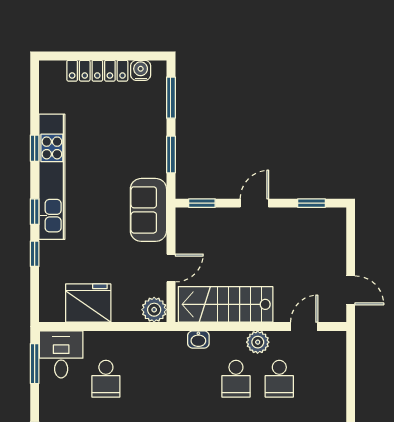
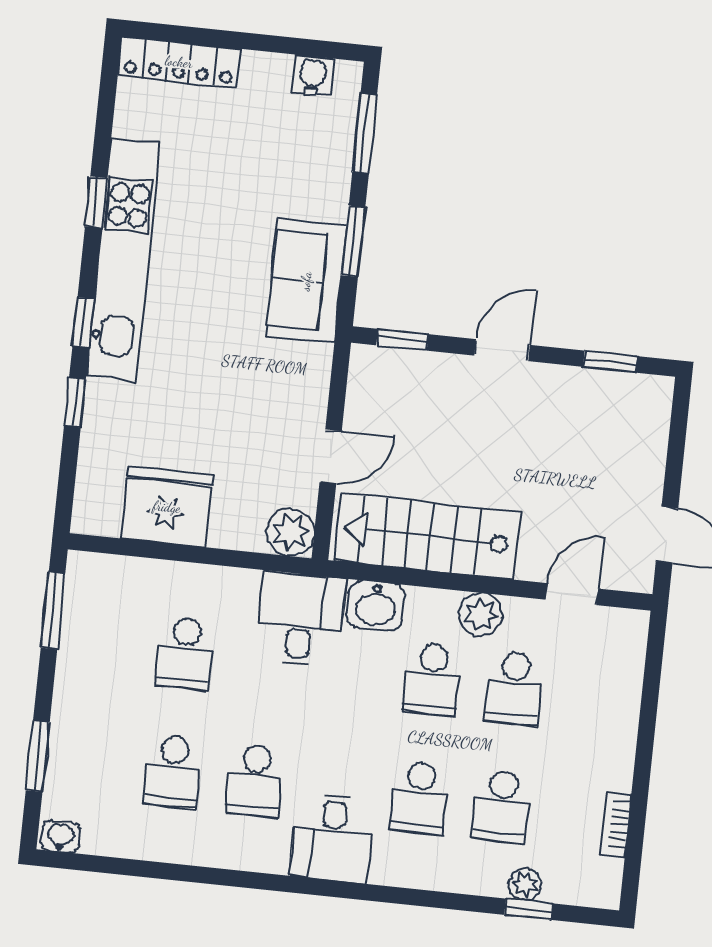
locker: (97, 71) -> (179, 62), moved
sofa: (148, 210) -> (306, 281), moved
washbasin: (198, 340) -> (376, 606), width x1.38, depth x1.45
desk: (61, 354) -> (301, 619), moved

